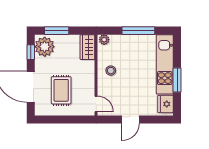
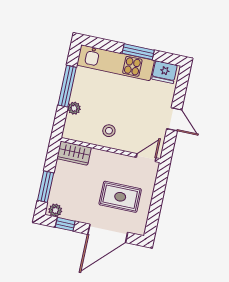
plant: (104, 40) -> (74, 108), moved
plant: (45, 47) -> (55, 210), width x0.53, depth x0.53

